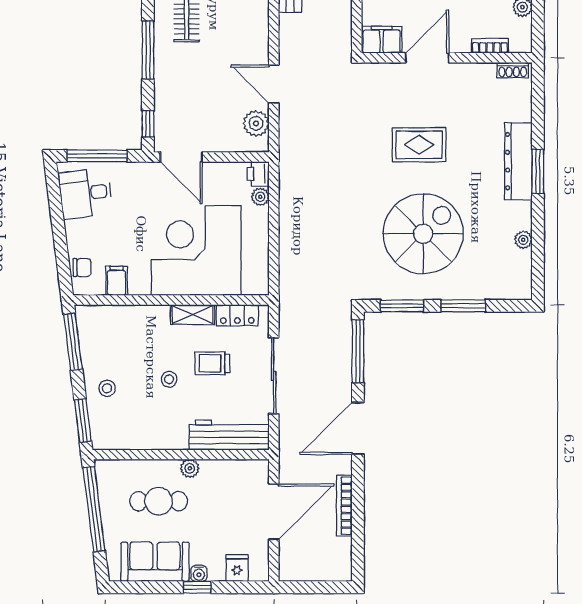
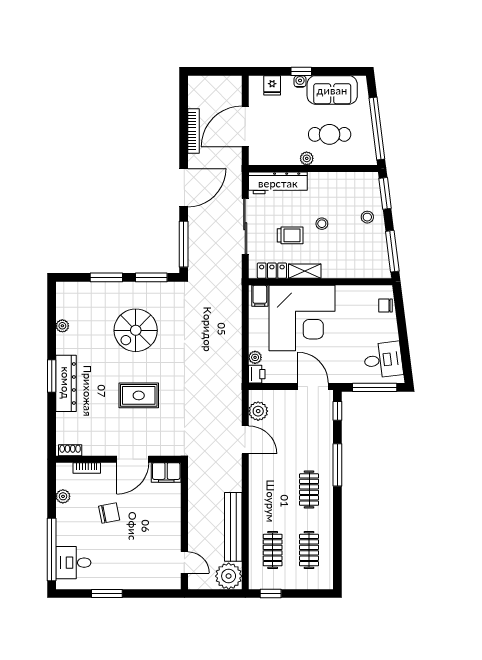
spiral stairs: (423, 234) -> (136, 330), width x0.73, depth x0.73
filing cabinet: (116, 281) -> (260, 296), moved

